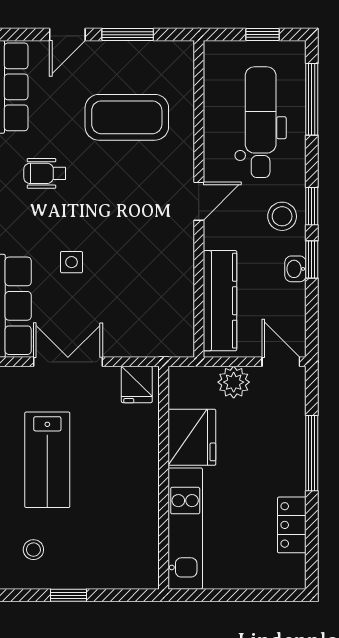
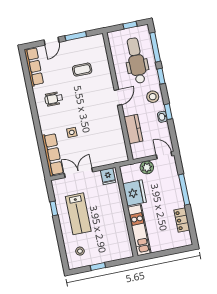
coffee table: (127, 117) -> (82, 70), width x0.54, depth x0.58
window: (312, 206) -> (161, 76), moved
kitchen counter: (220, 301) -> (133, 129), width x0.67

